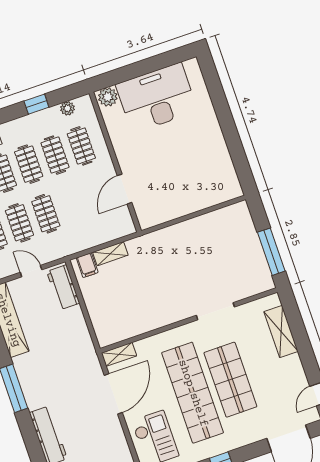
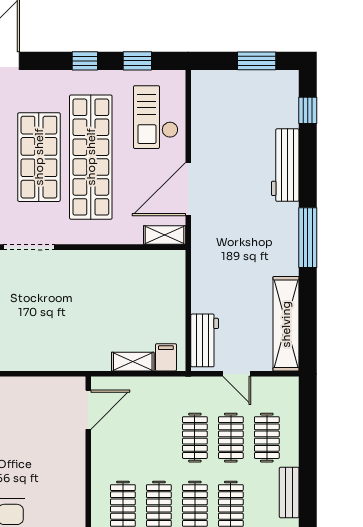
door: (125, 189) -> (88, 410), moved

